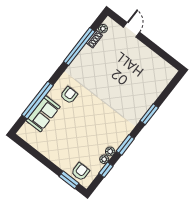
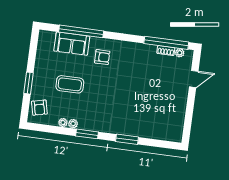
window: (79, 47) -> (166, 43), moved
coffee table: (76, 135) -> (70, 84), added
window: (106, 170) -> (54, 130), removed
armchair: (80, 172) -> (39, 108), turned 77
window: (69, 180) -> (28, 83), moved

